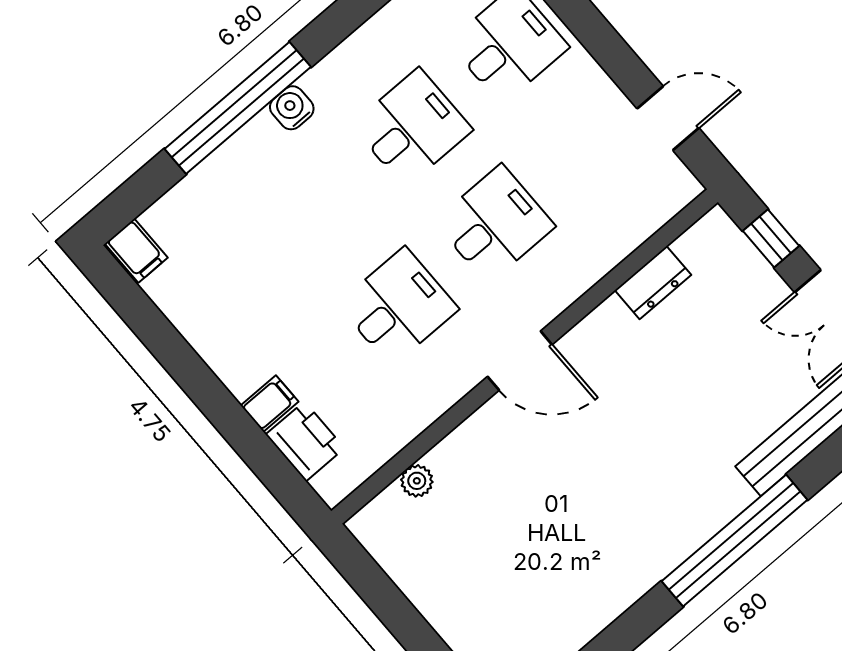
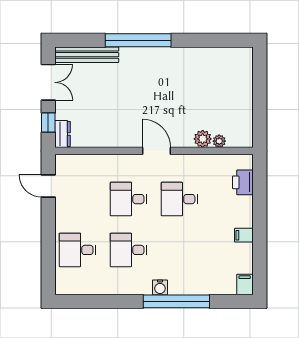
dresser: (653, 283) -> (62, 134), moved, turned 90
filing cabinet: (270, 404) -> (244, 235), moved
plant: (452, 458) -> (203, 139), added

